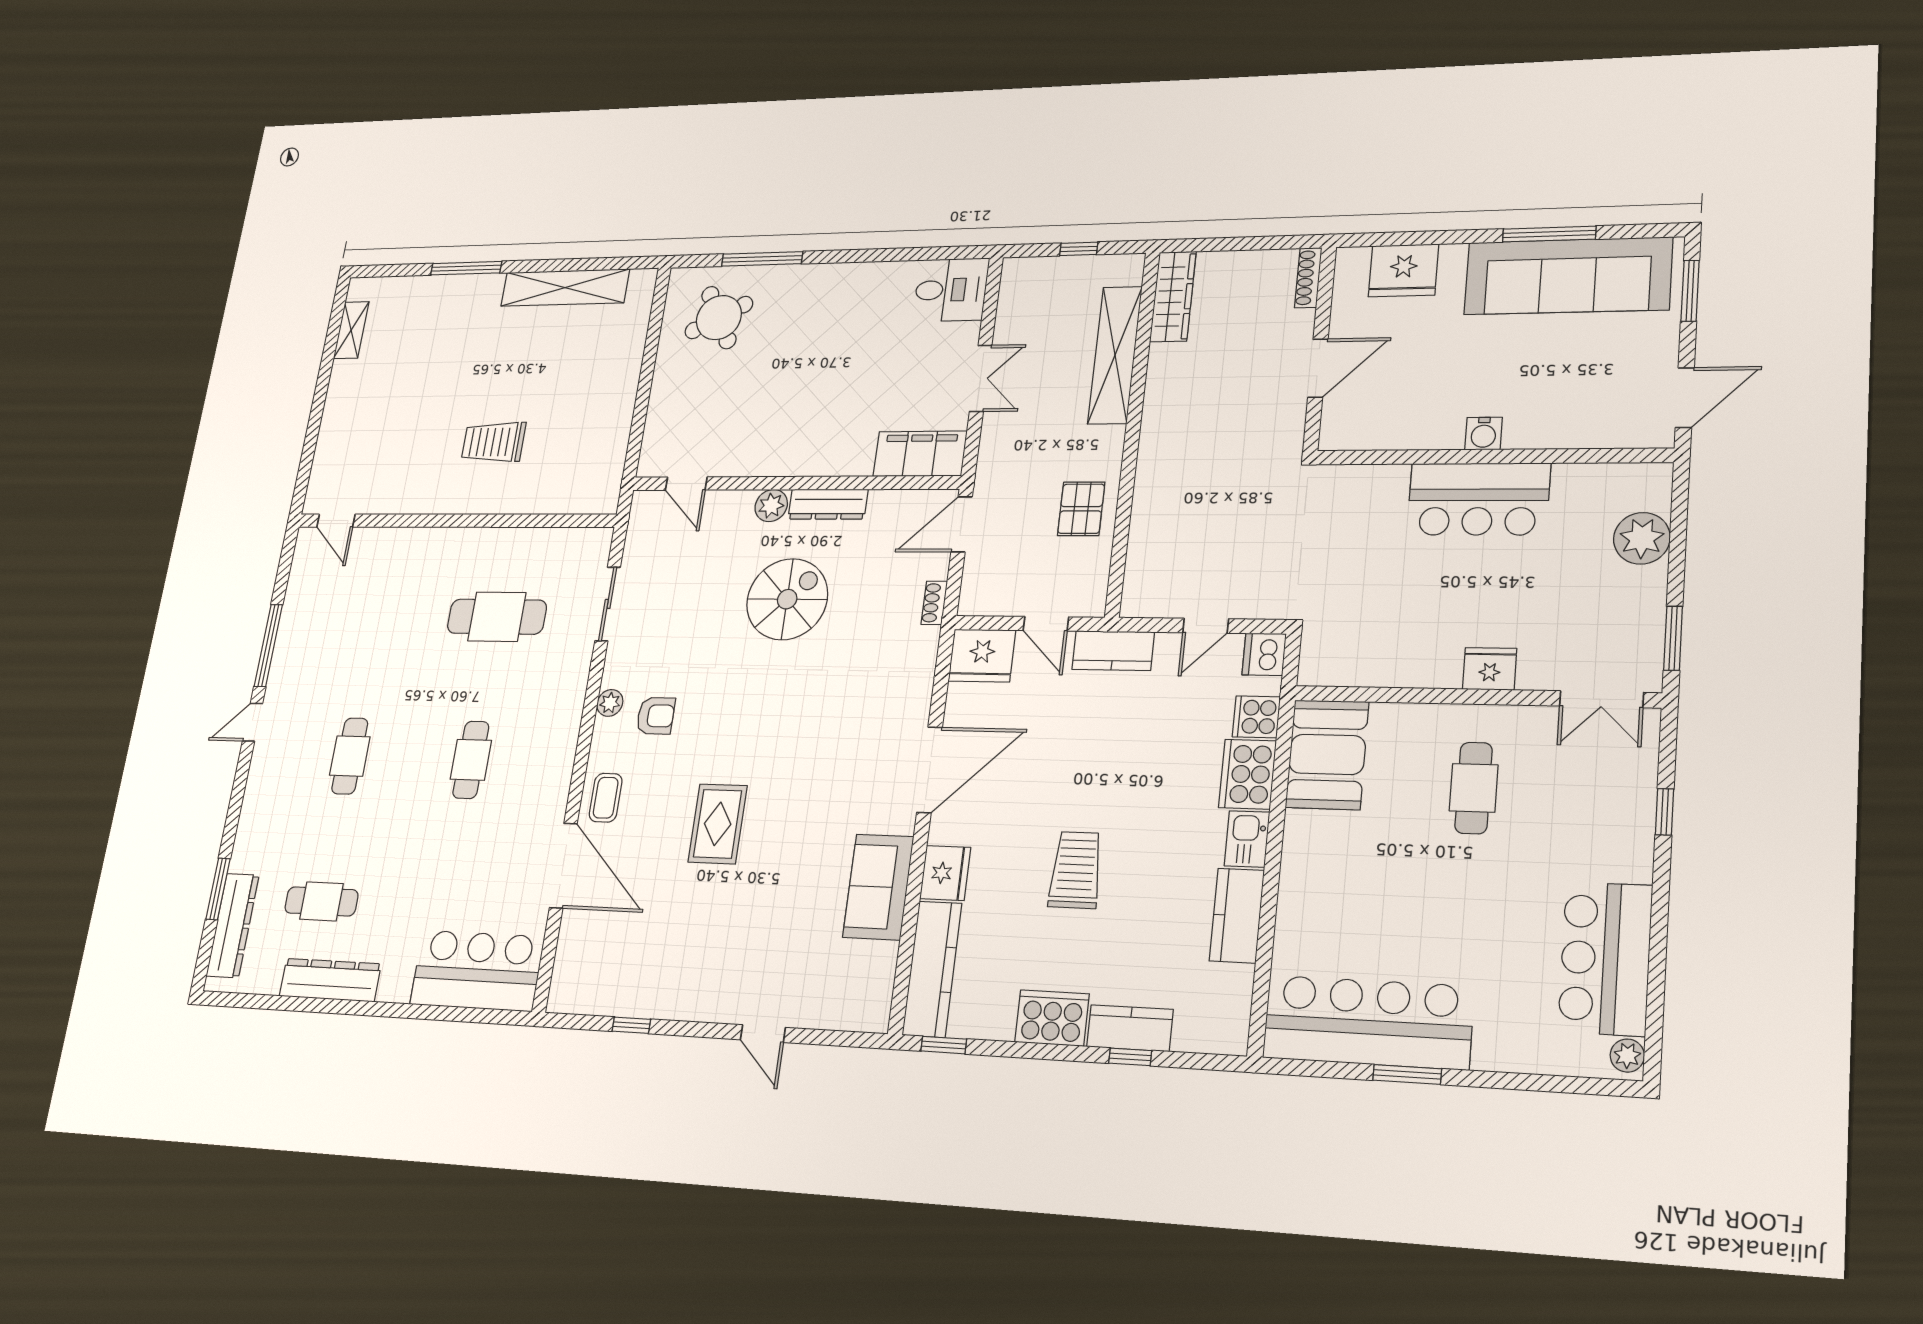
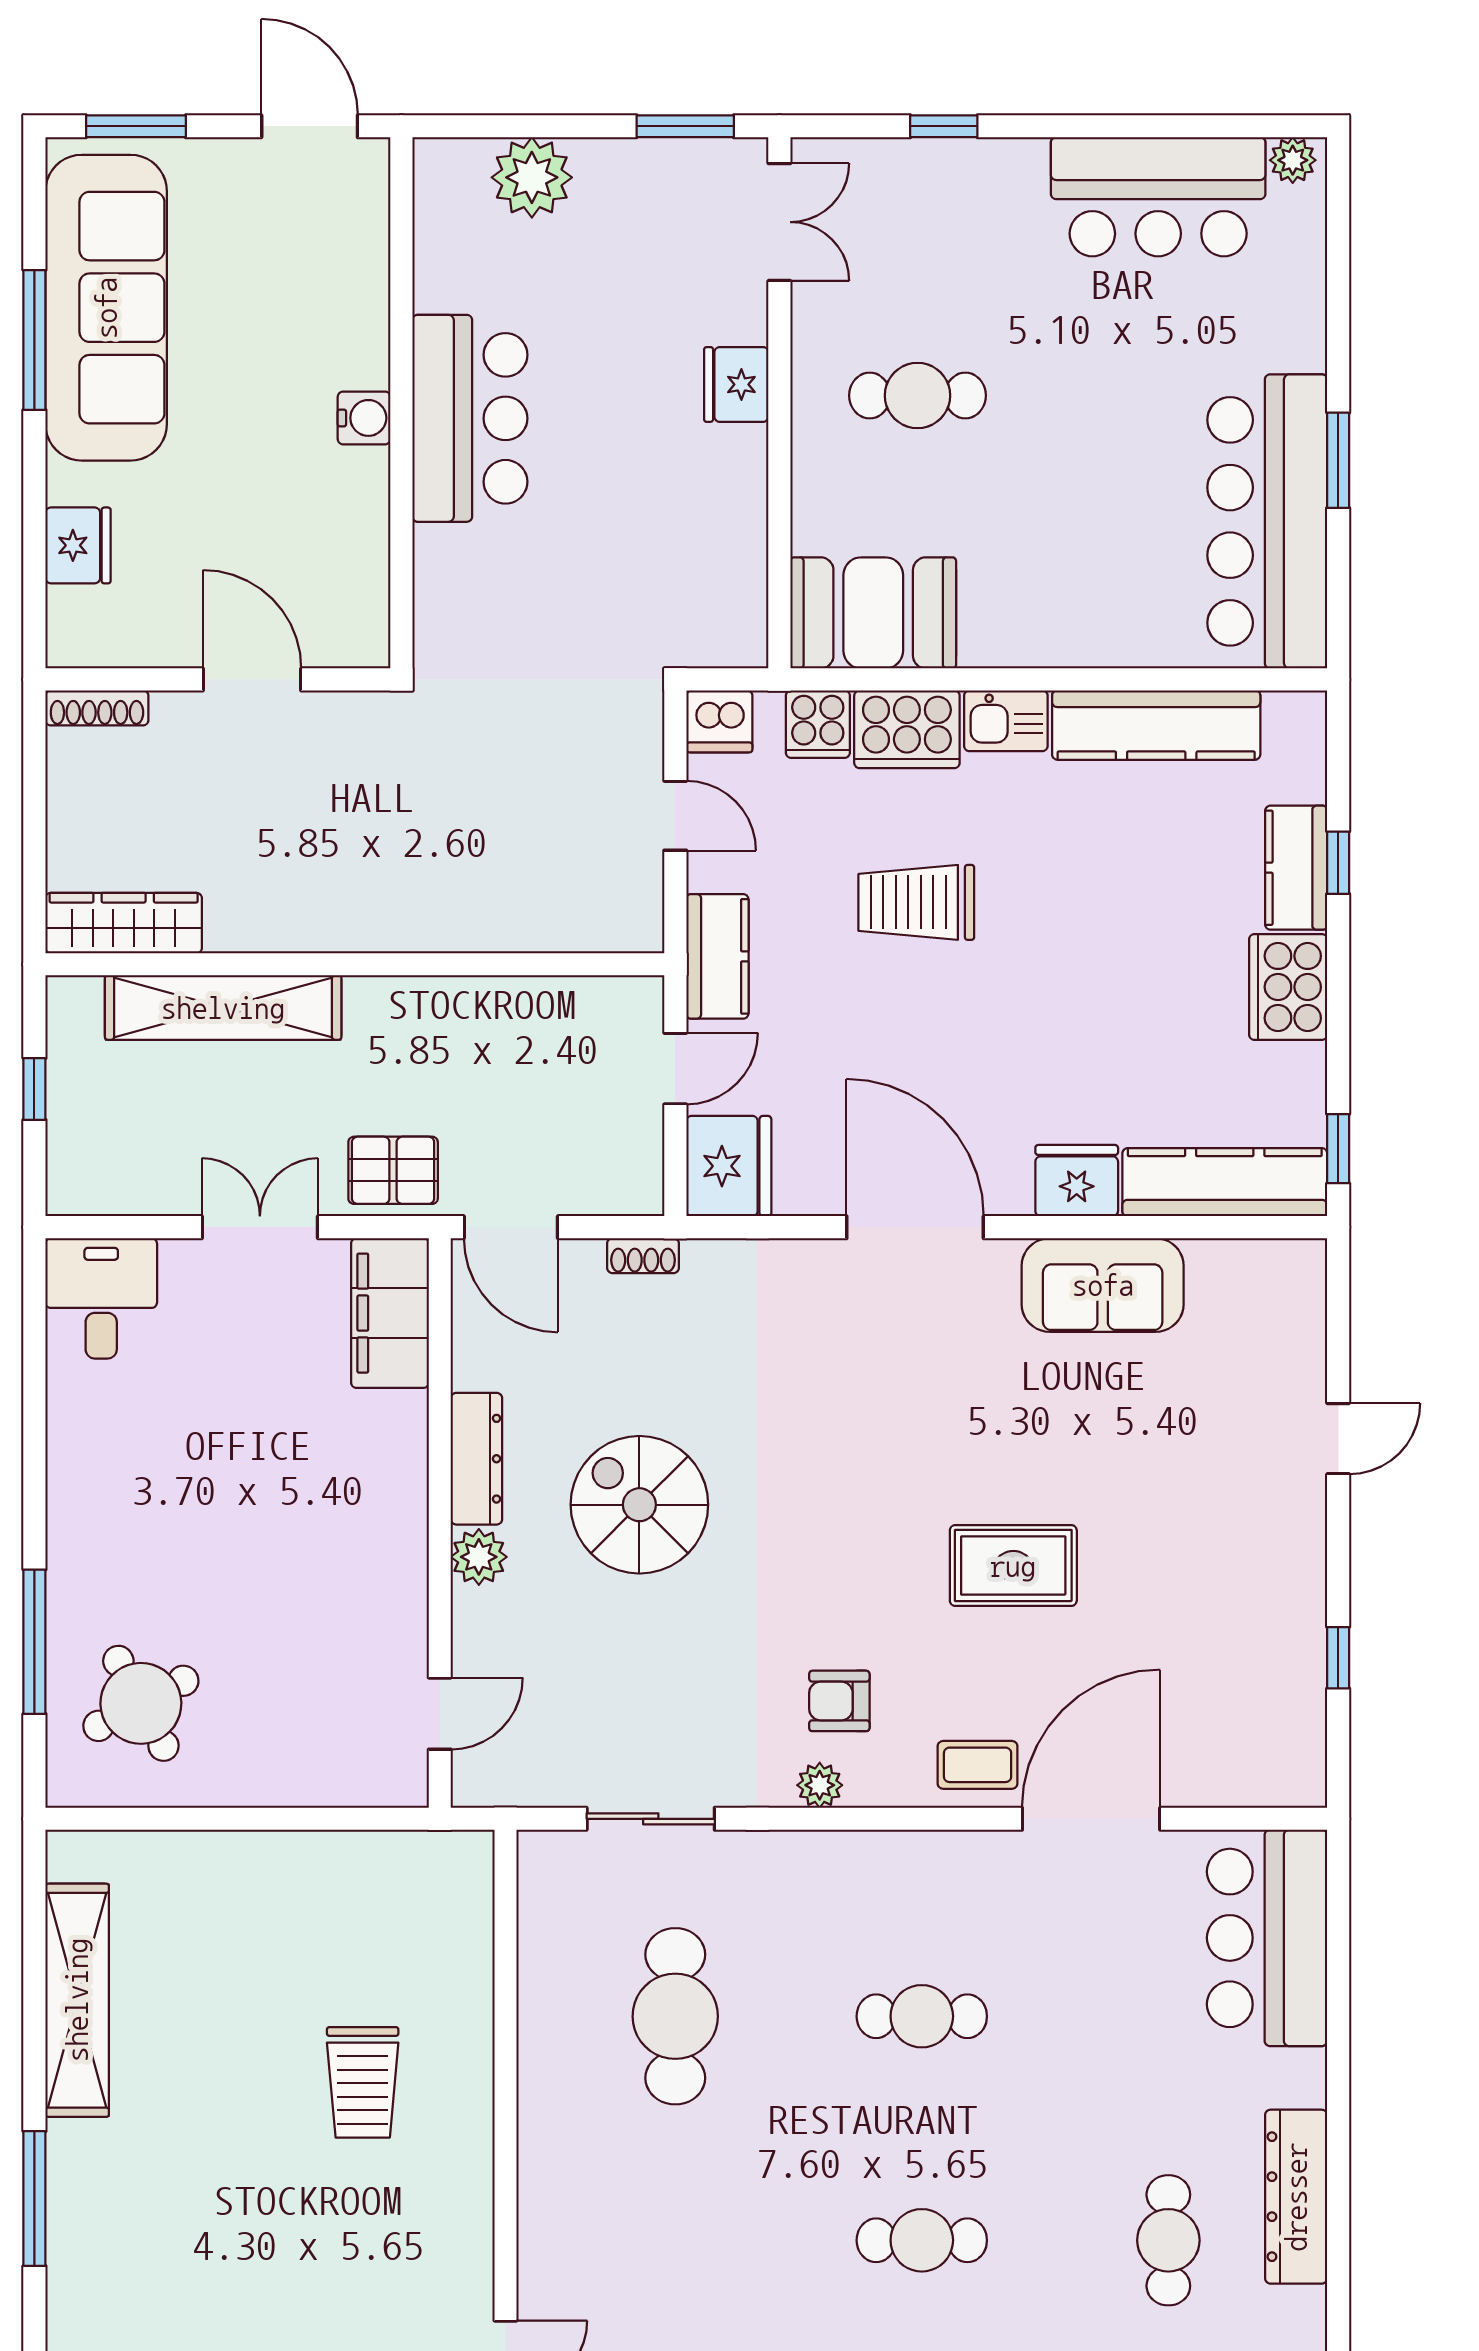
fridge: (1404, 270) -> (78, 545), width x0.73, depth x0.75
pallet: (1081, 509) -> (393, 1170), moved
armchair: (656, 716) -> (839, 1701), turned -90
trolley: (1076, 870) -> (916, 902), moved
kitchen counter: (1237, 916) -> (1156, 725), width x1.50

